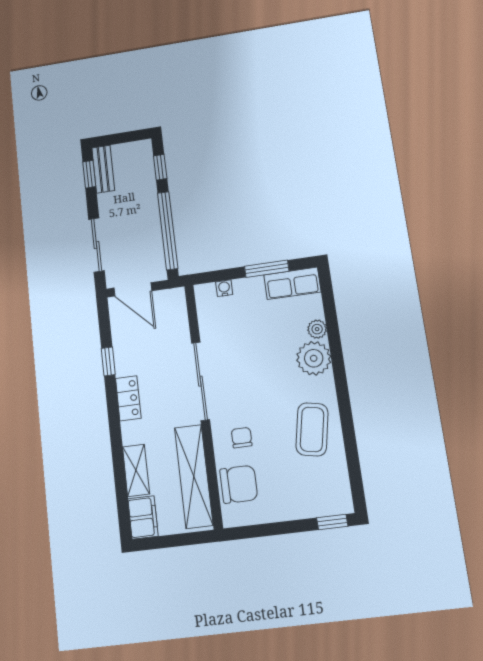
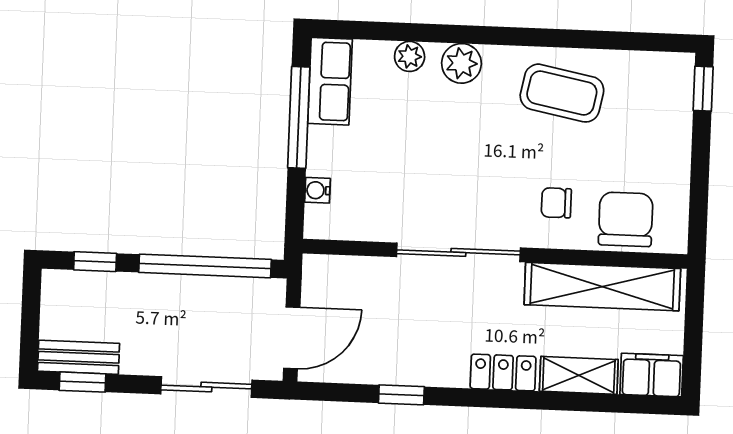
window: (267, 269) -> (299, 117), width x1.44
plant: (314, 358) -> (461, 63), width x0.73, depth x0.73
locker: (128, 398) -> (503, 372), moved

